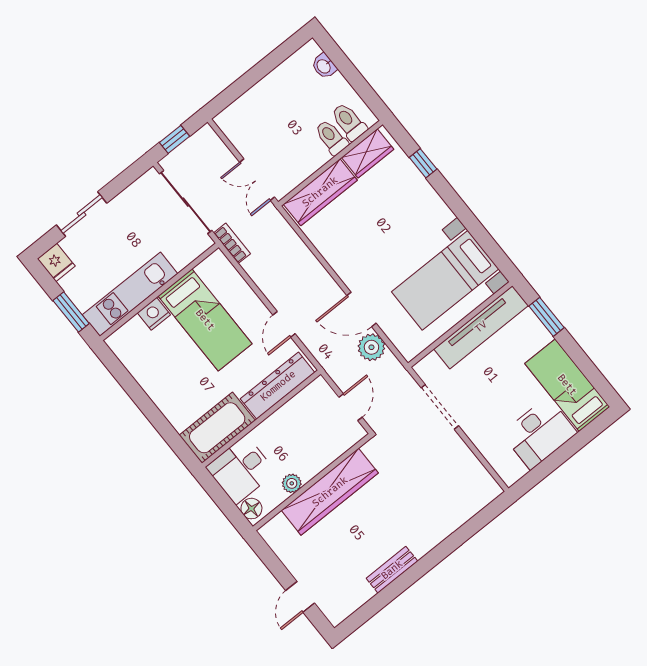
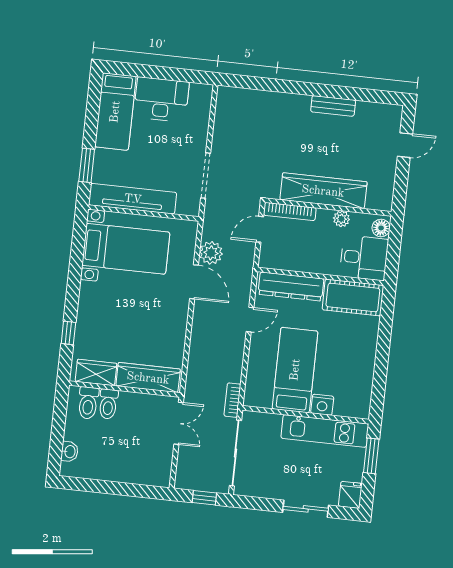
bookcase: (340, 447) -> (290, 212), added

